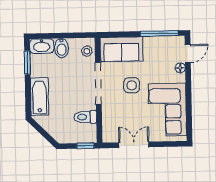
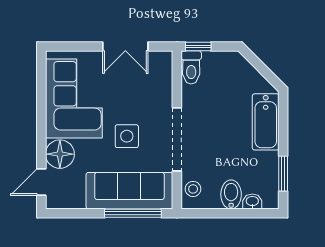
window: (159, 33) -> (133, 213), moved
washbasin: (42, 46) -> (252, 201), width x0.52, depth x0.69
sofa: (122, 49) -> (129, 191), width x1.36
floor lamp: (180, 68) -> (60, 154), width x1.89, depth x1.89
toilet: (85, 117) -> (191, 67), moved, turned 90

